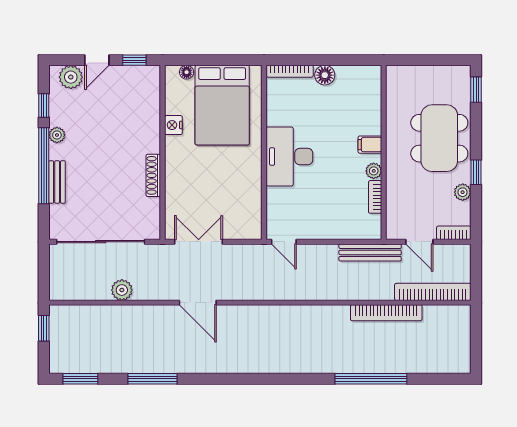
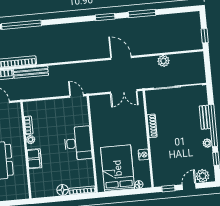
filing cabinet: (370, 145) -> (34, 159), width x2.00
bench: (370, 252) -> (31, 72), moved
window: (80, 379) -> (105, 17), moved

